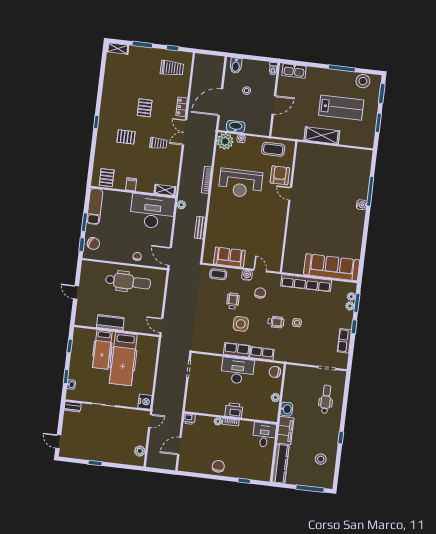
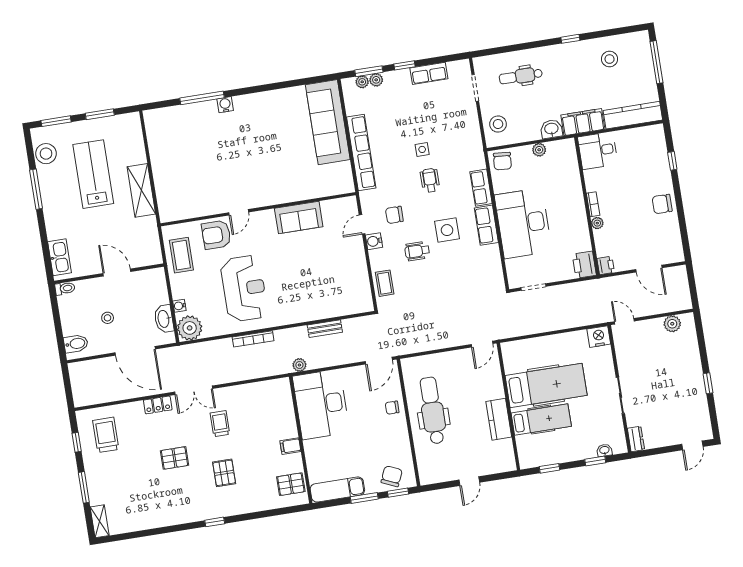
shelving: (165, 190) -> (285, 395), removed
sofa: (229, 257) -> (299, 217), moved, turned -90
desk: (237, 371) -> (523, 223), width x1.36, depth x1.30
stool: (299, 376) -> (498, 124), added
printer: (234, 410) -> (584, 265), moved

